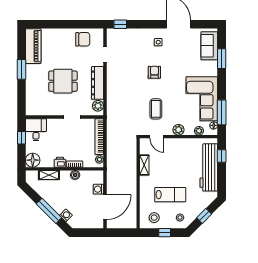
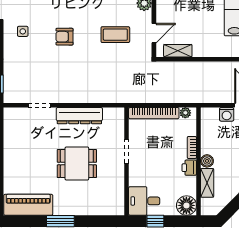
chair: (83, 39) -> (19, 136), removed
dining table: (63, 81) -> (77, 164), turned 90
plant: (98, 106) -> (111, 115), removed
shelving: (144, 165) -> (178, 51), moved
boiler: (75, 175) -> (207, 161), moved

